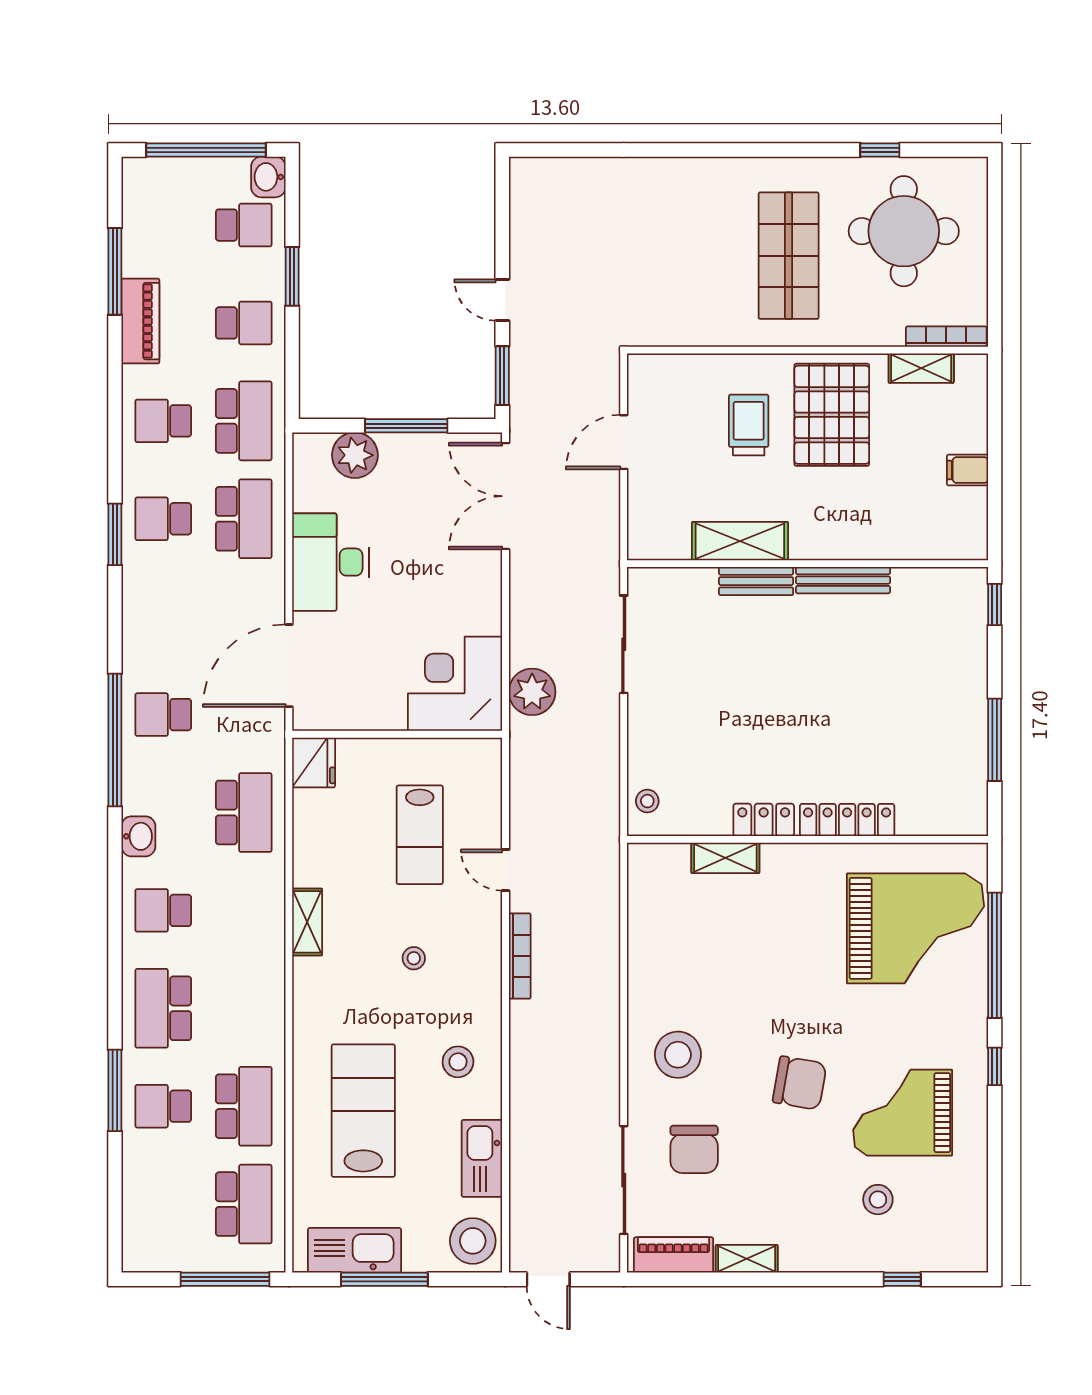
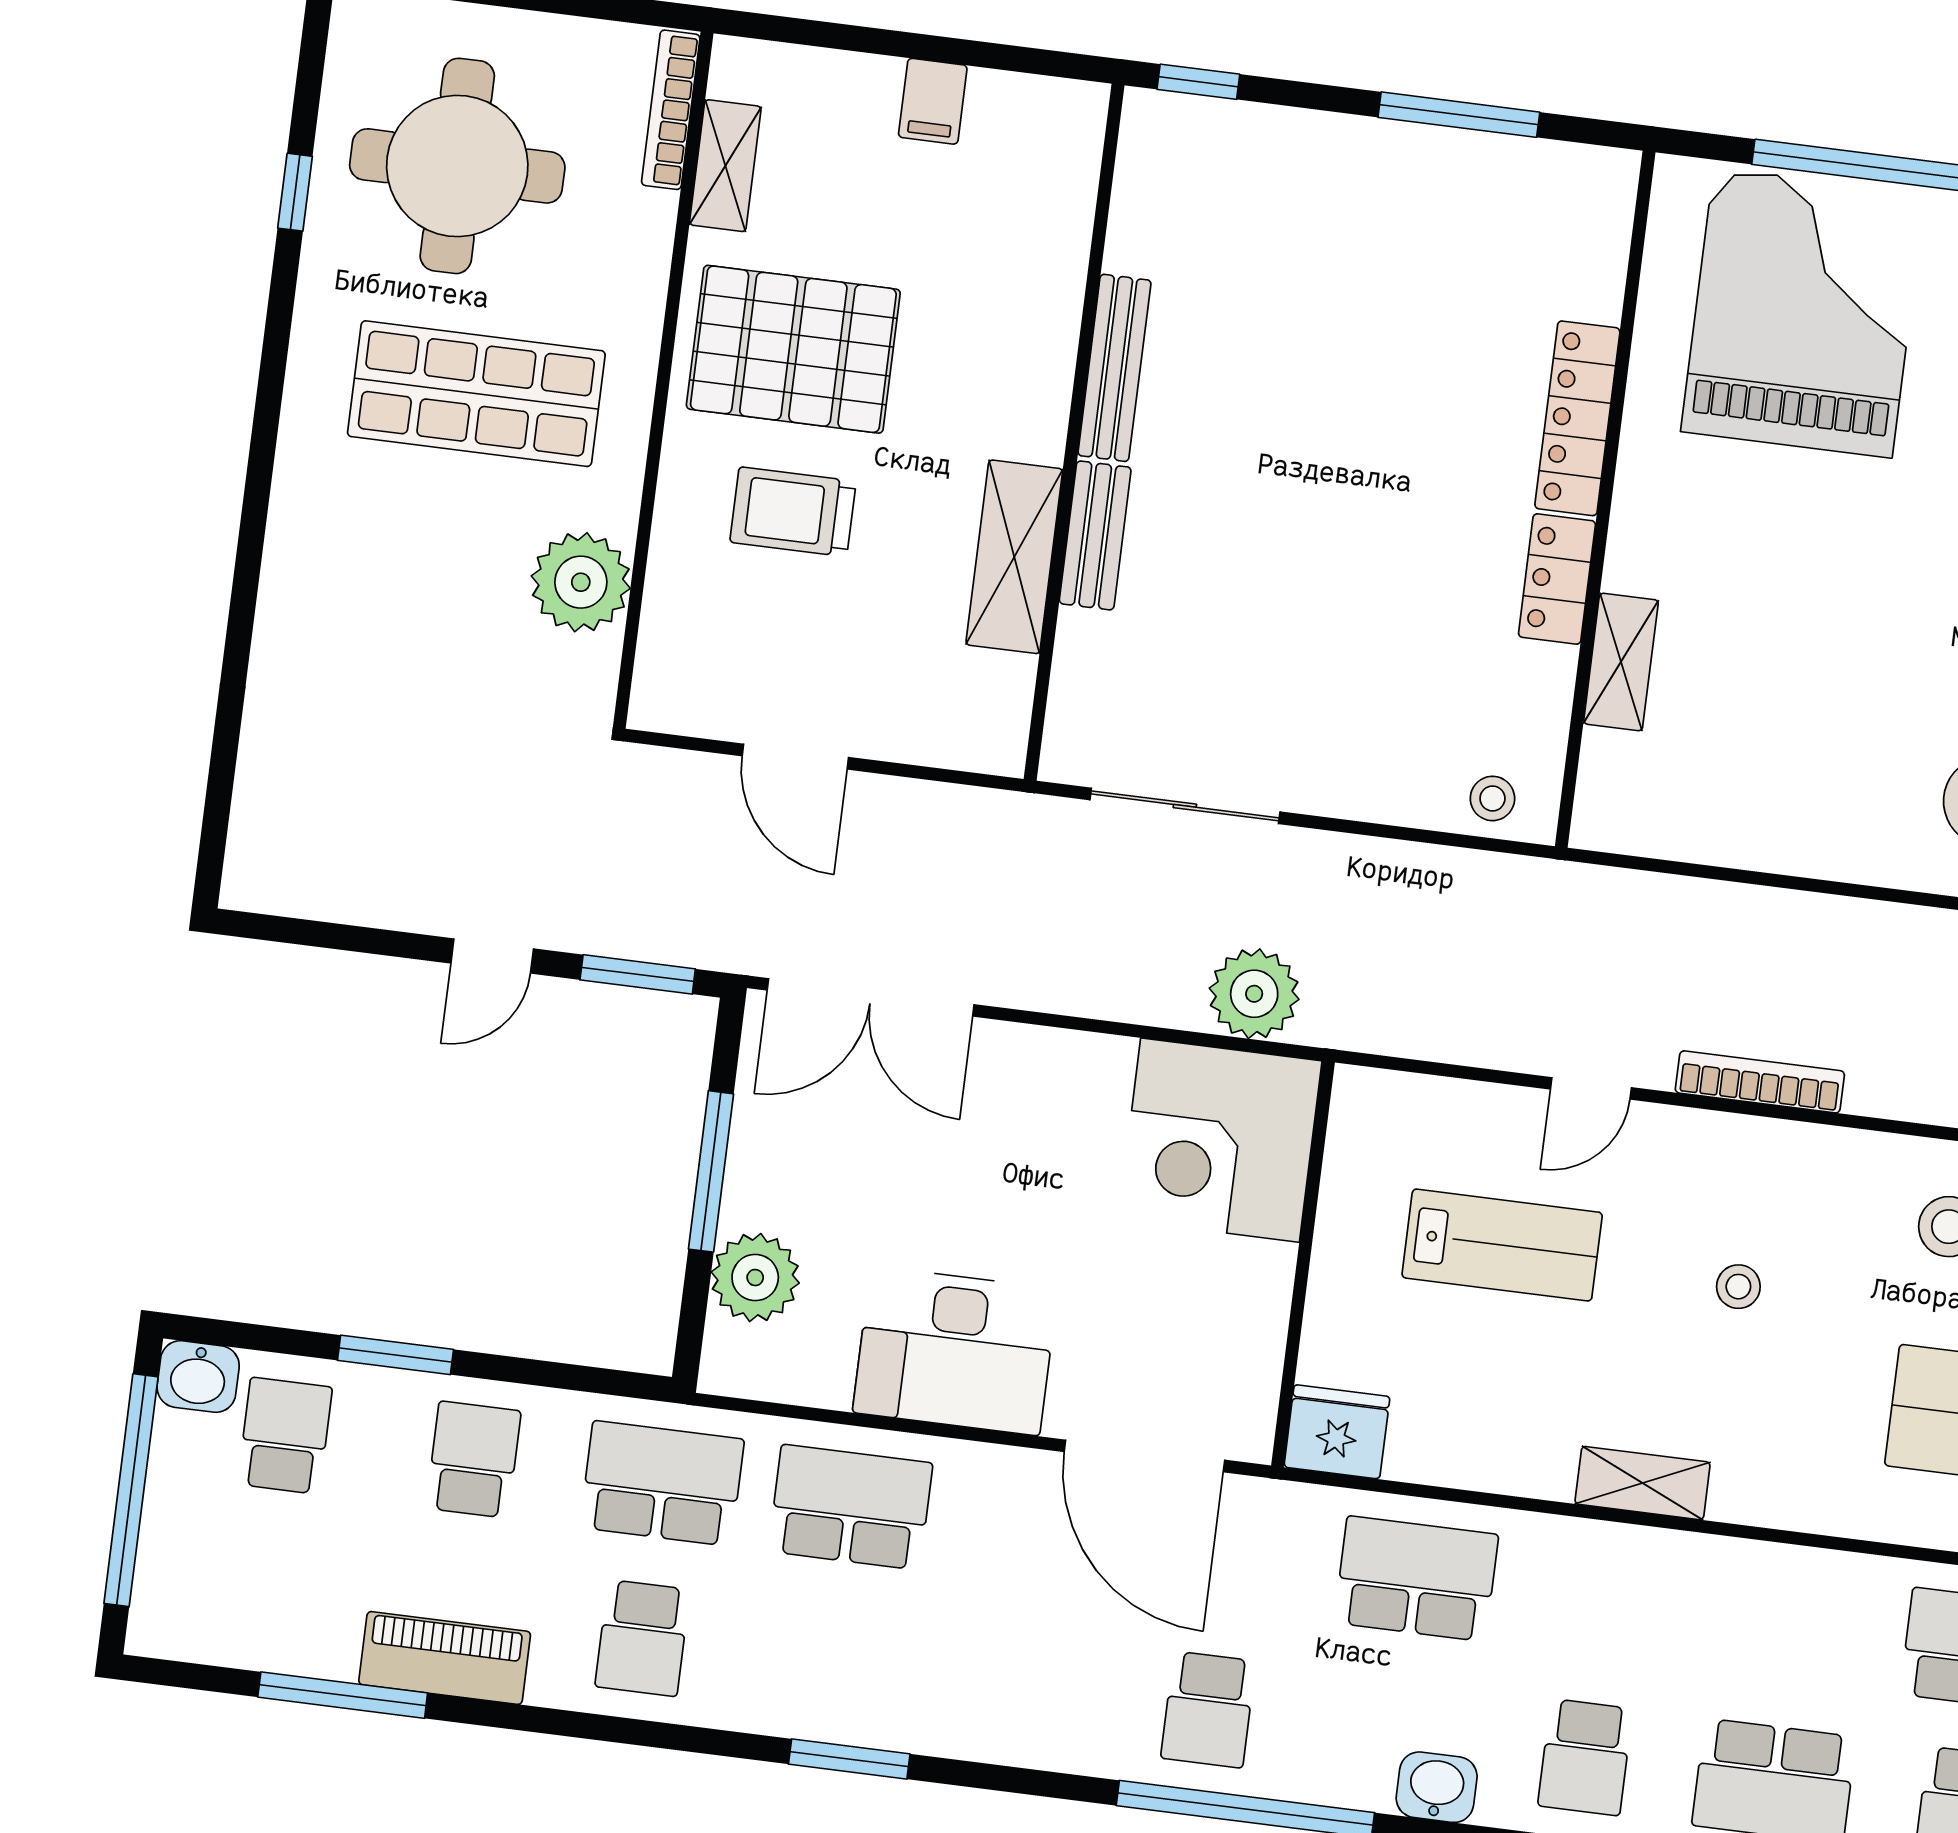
plant: (699, 321) -> (581, 582), added
school desk: (163, 519) -> (831, 1662), removed

